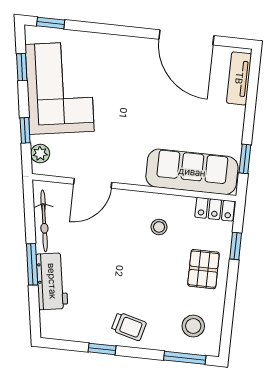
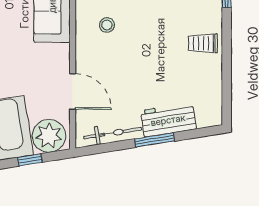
plant: (40, 154) -> (49, 136), width x1.87, depth x1.87
trolley: (129, 326) -> (203, 43), turned -105
window: (102, 349) -> (227, 66), removed

